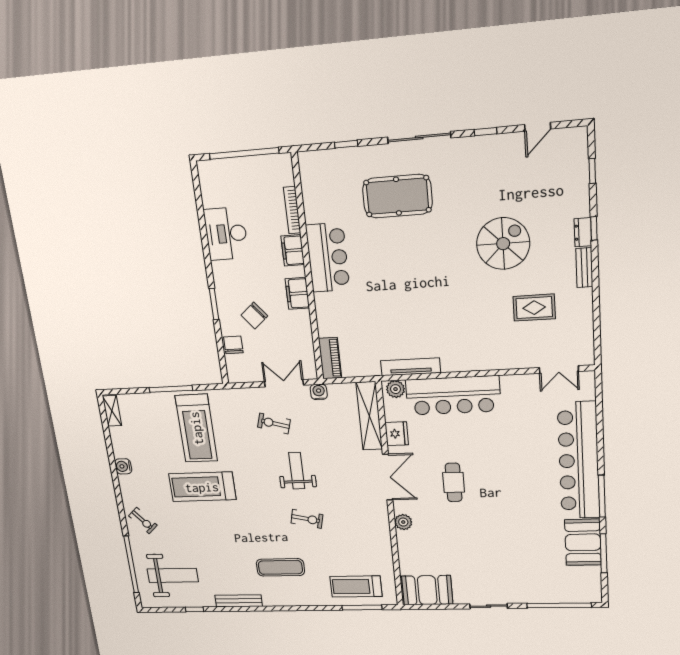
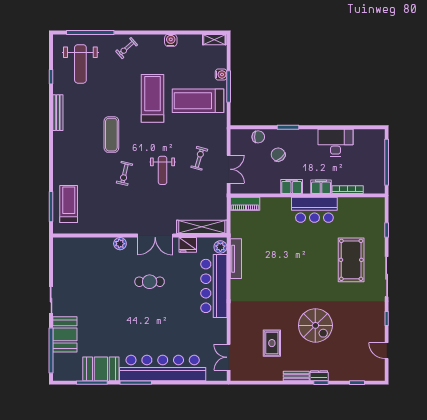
water cooler: (319, 392) -> (221, 74), moved
weight bench: (297, 471) -> (163, 170), turned 90
exercise mat: (280, 567) -> (111, 135), moved
booth: (427, 590) -> (65, 334), moved

